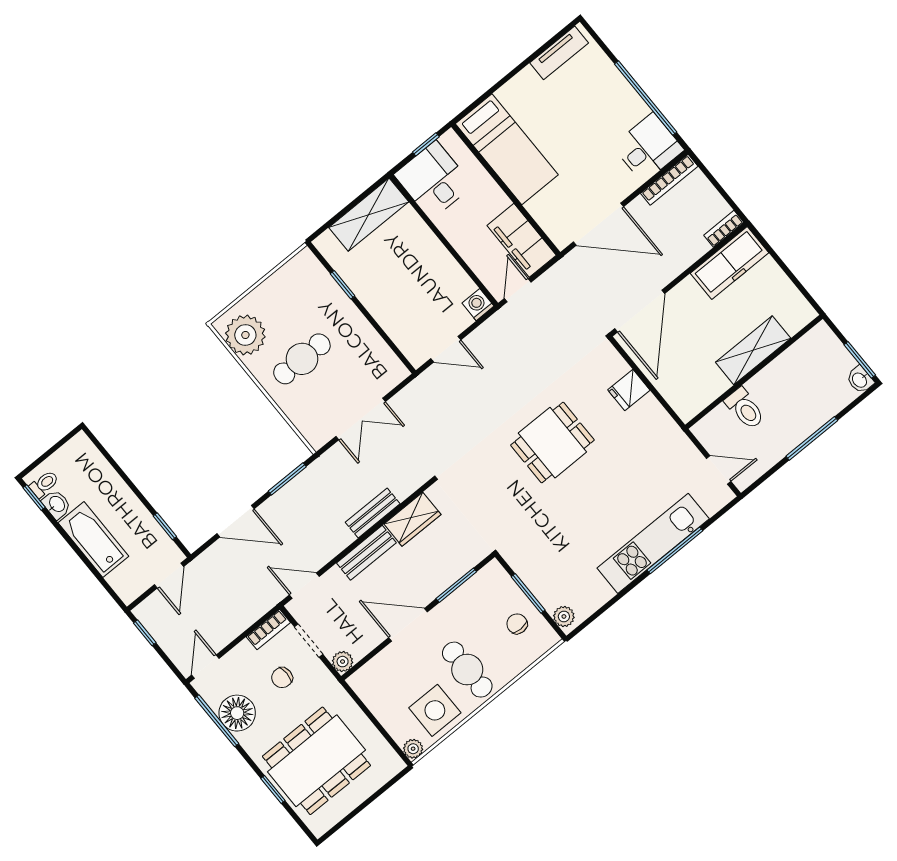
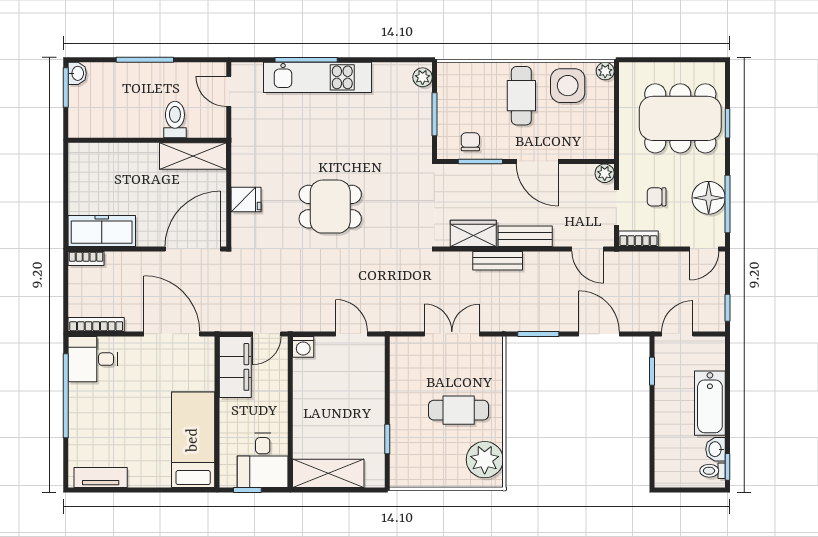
shelving: (753, 350) -> (193, 156), moved
chair: (517, 624) -> (470, 142), moved, turned 180
chair: (282, 678) -> (657, 197), turned 180

